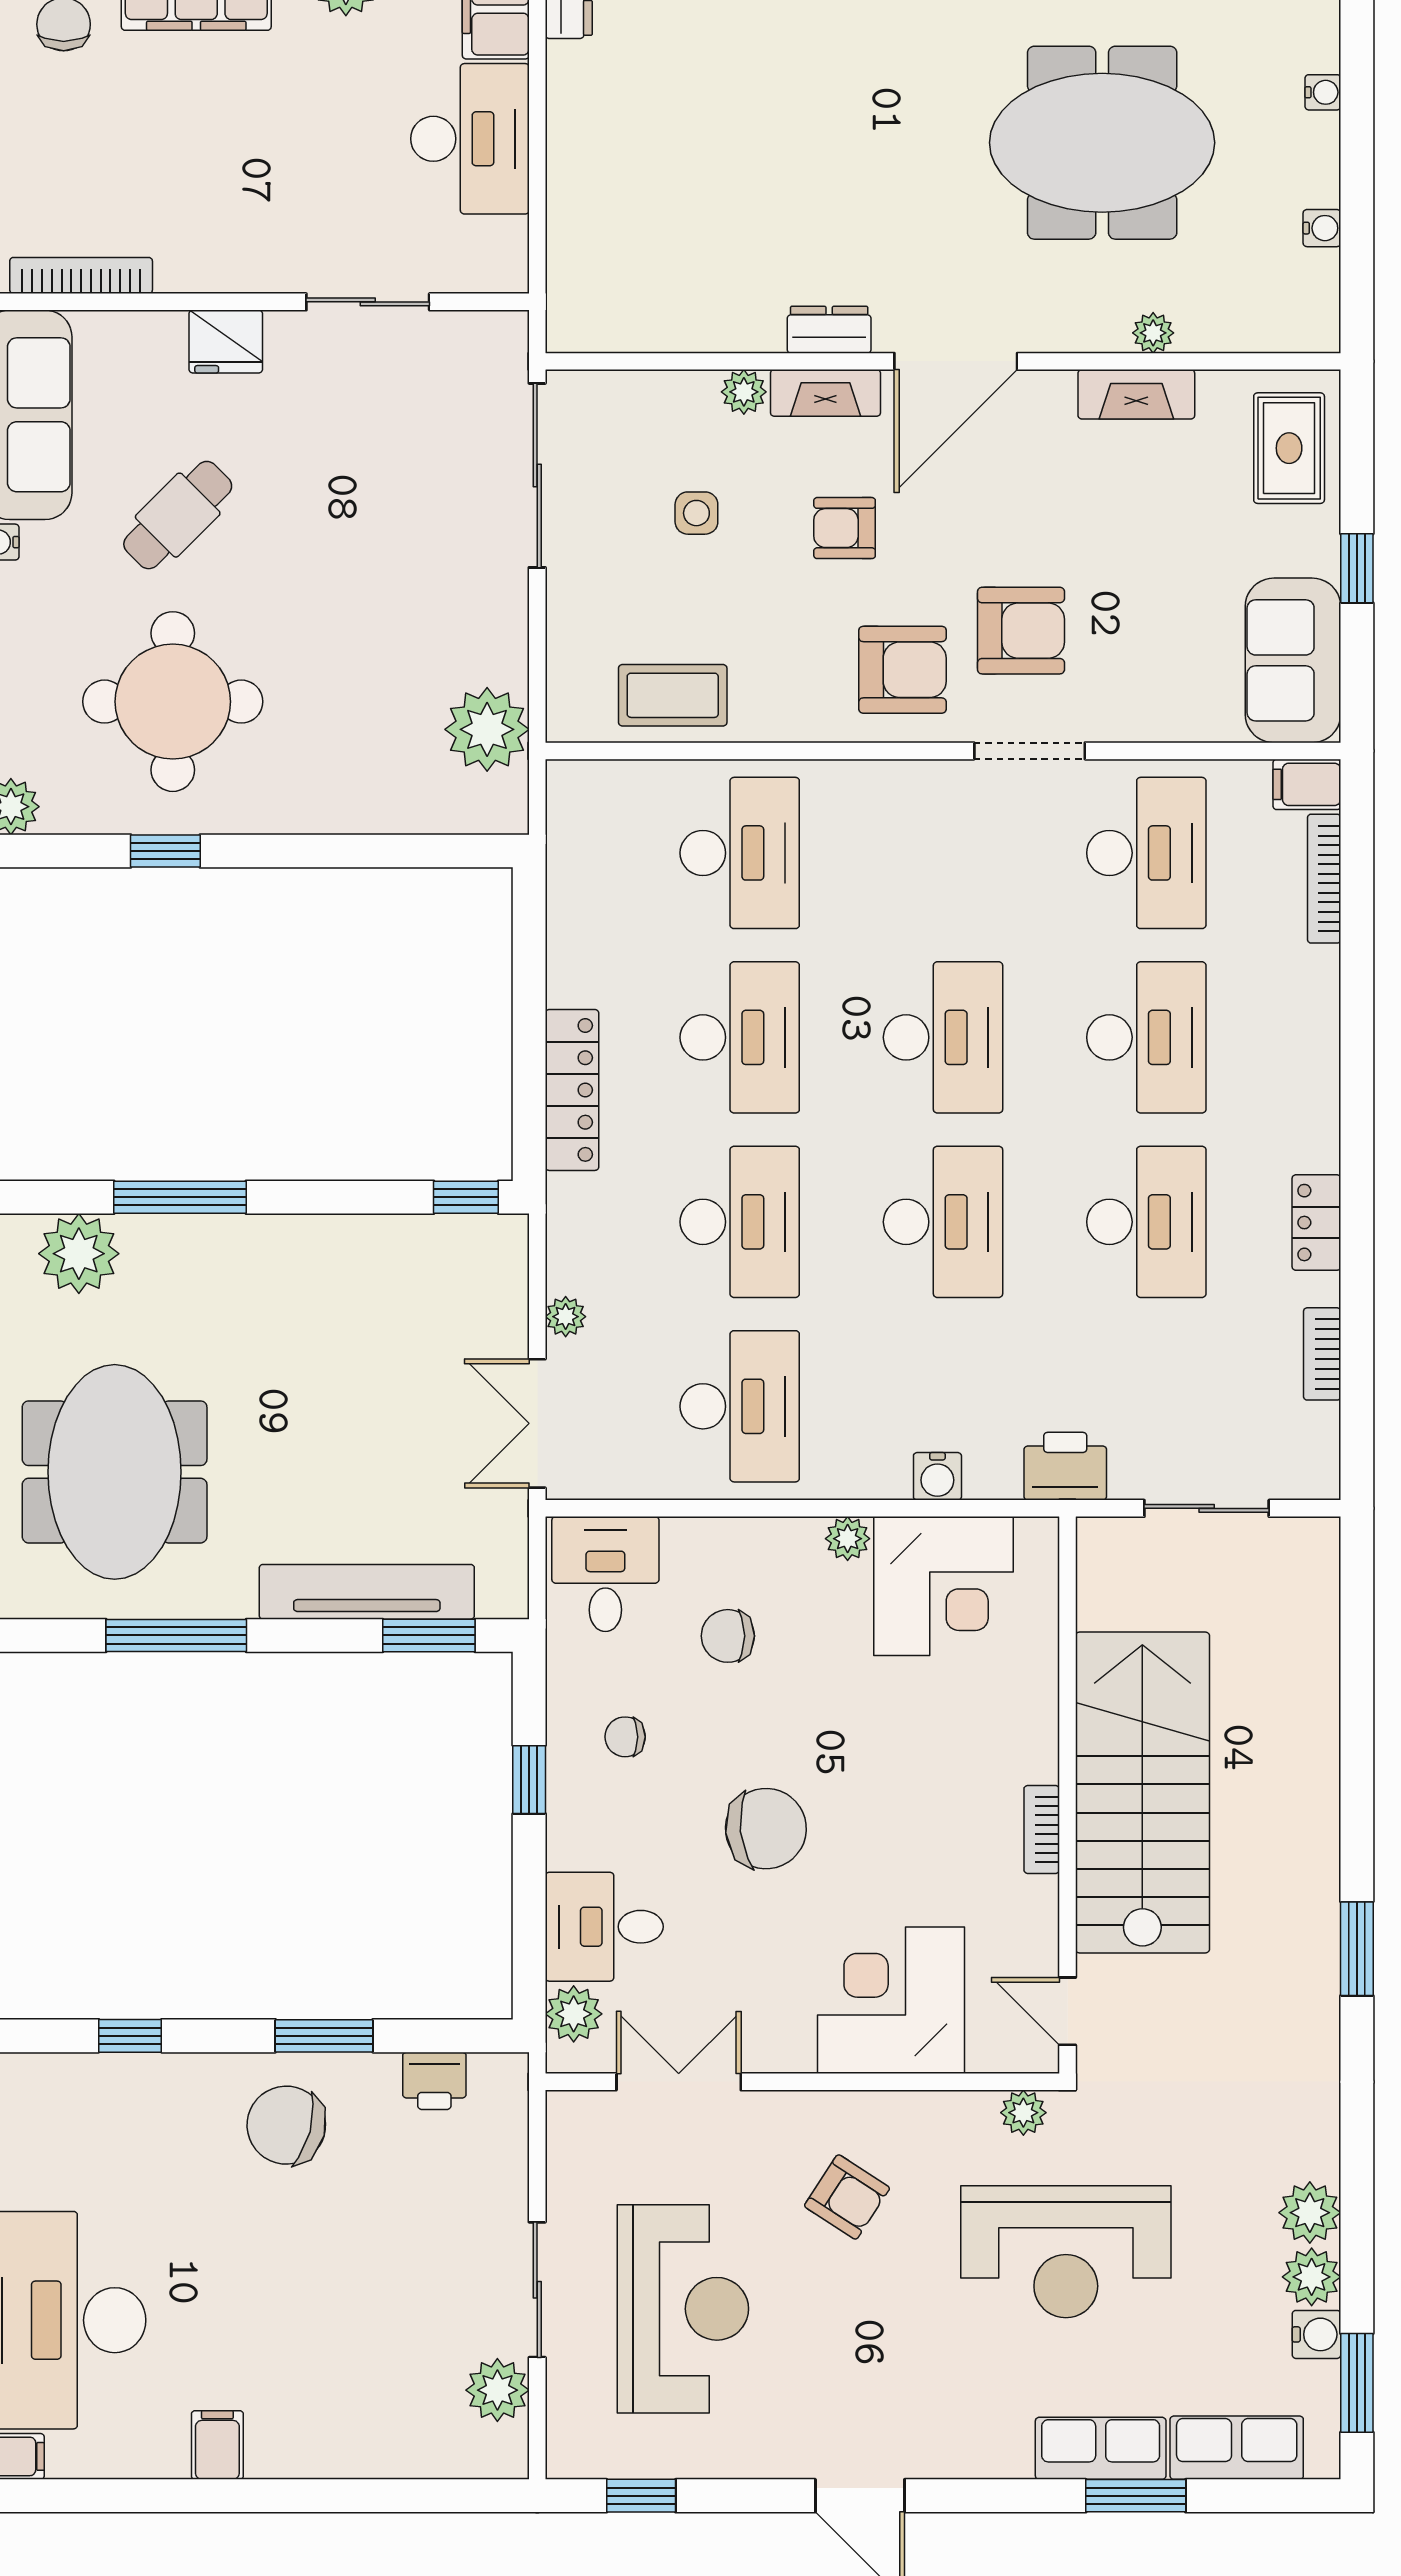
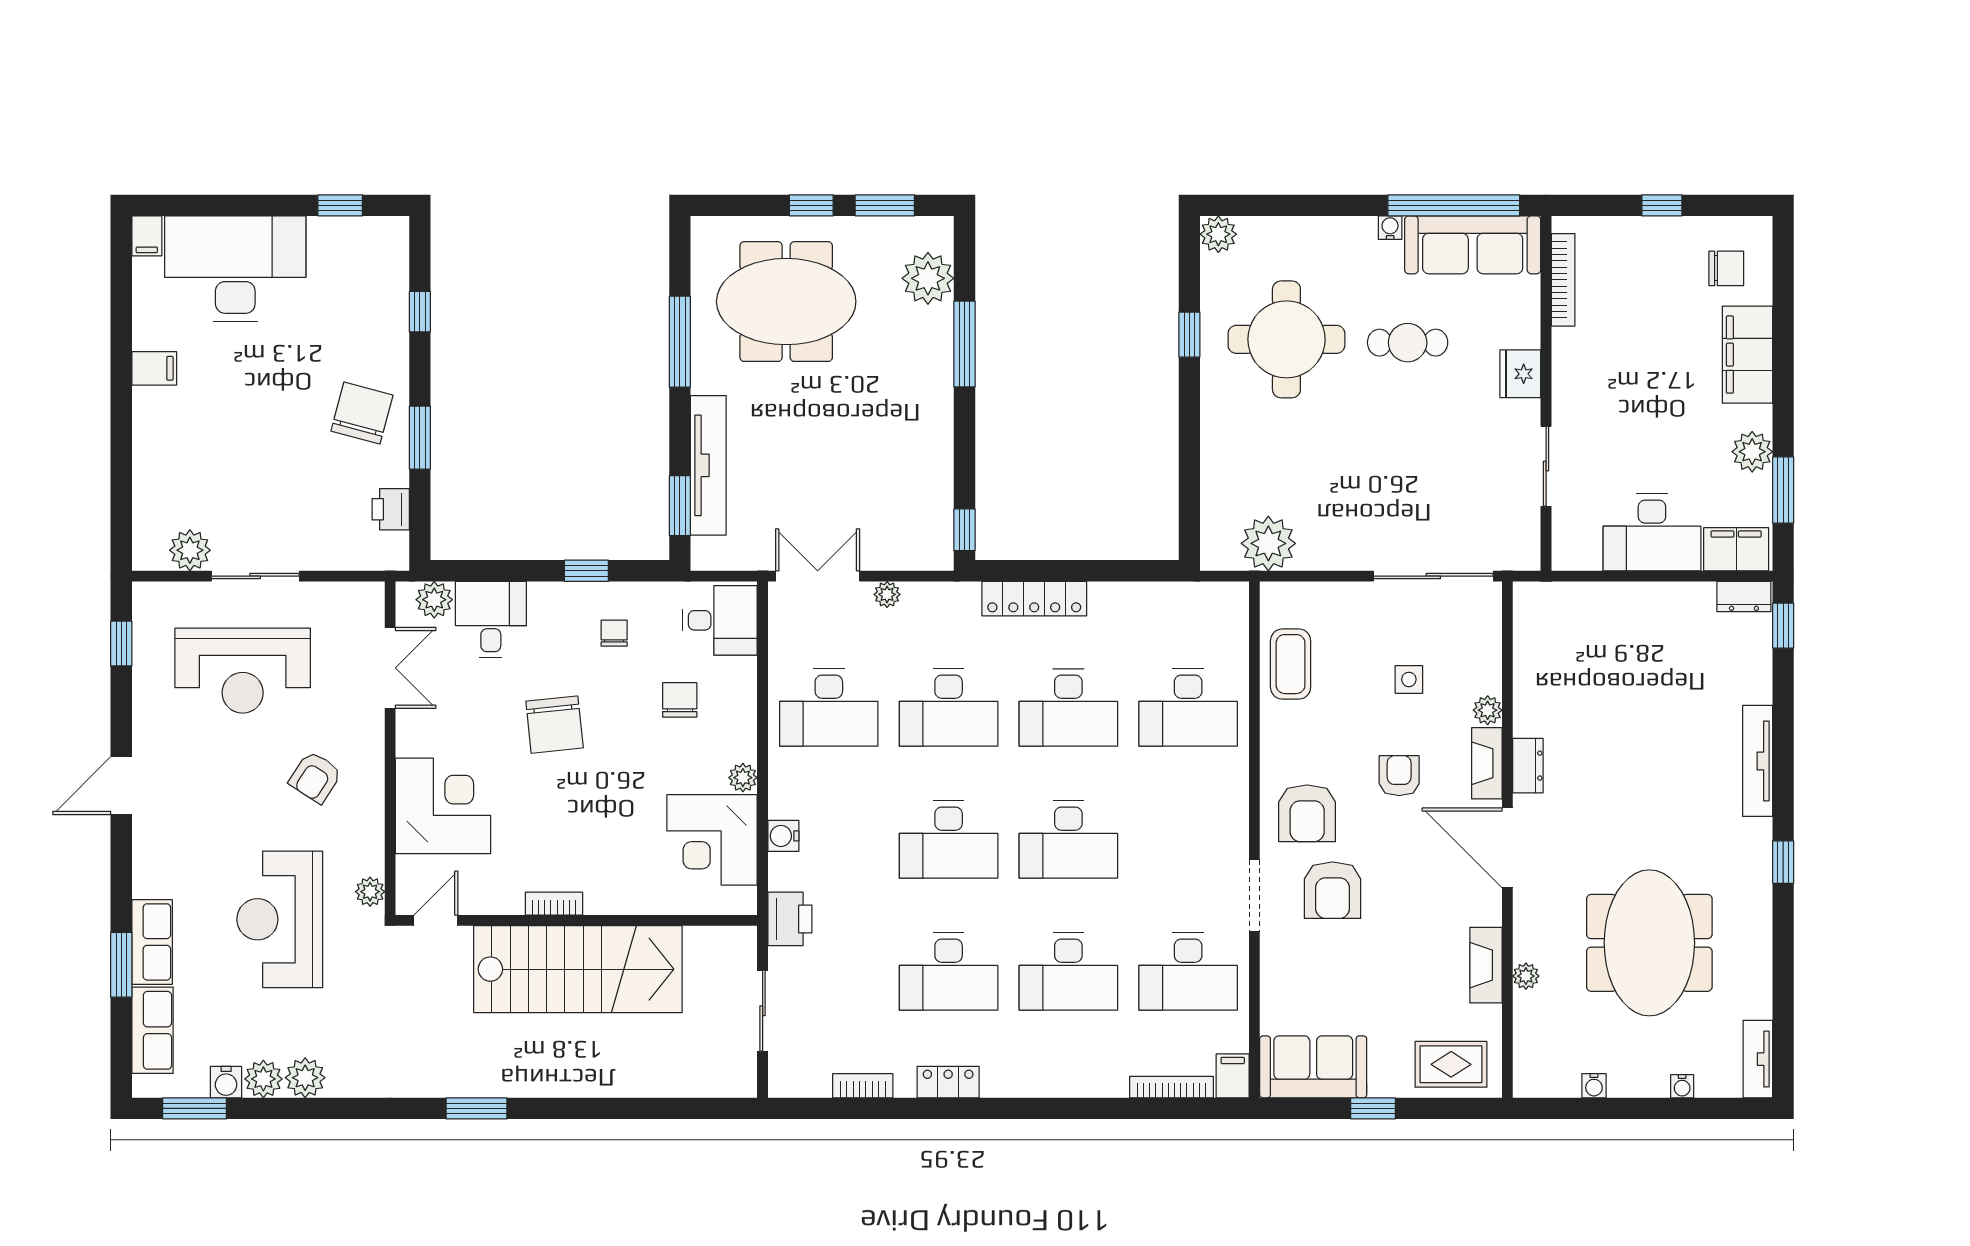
cafe table: (178, 515) -> (1408, 343), turned -45

